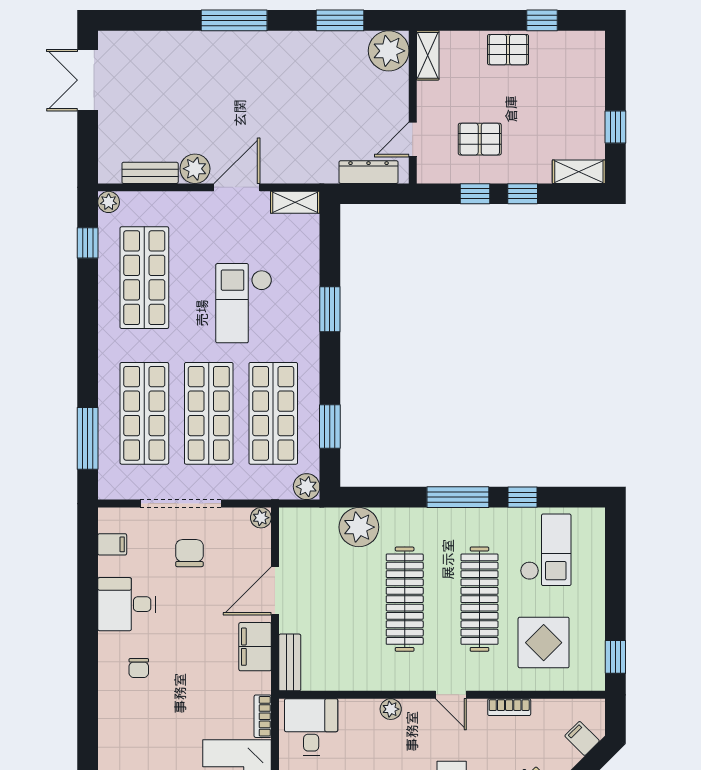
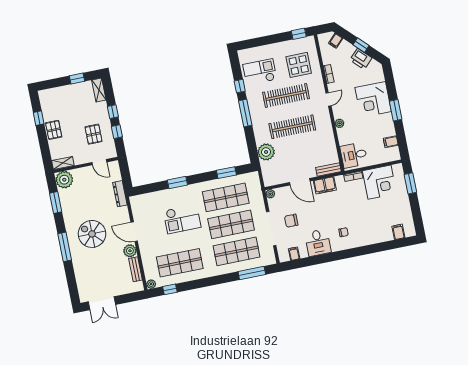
spiral stairs: (251, 89) -> (92, 234), added
dresser: (369, 172) -> (120, 194), moved
shelving: (295, 202) -> (136, 206), removed
plant: (307, 487) -> (254, 177), removed

